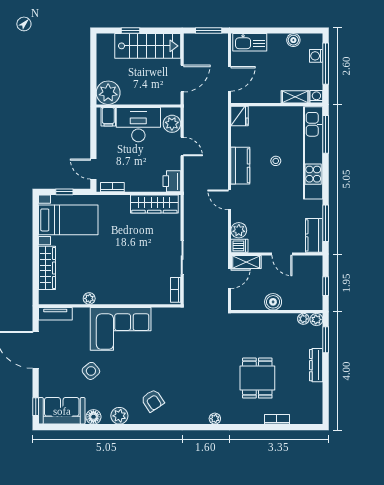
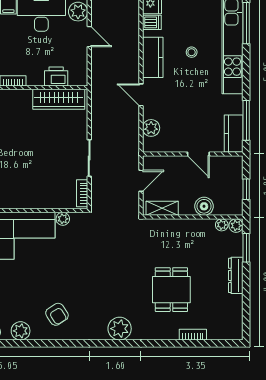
printer: (172, 181) -> (56, 76), moved, turned 90
dishwasher: (239, 246) -> (152, 22), moved
shelving: (246, 262) -> (162, 208), moved
boiler: (273, 302) -> (204, 206), moved
plant: (158, 313) -> (63, 219), added
plant: (215, 419) -> (120, 329), width x1.88, depth x1.88

